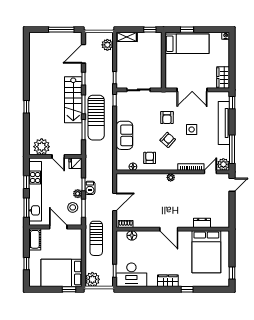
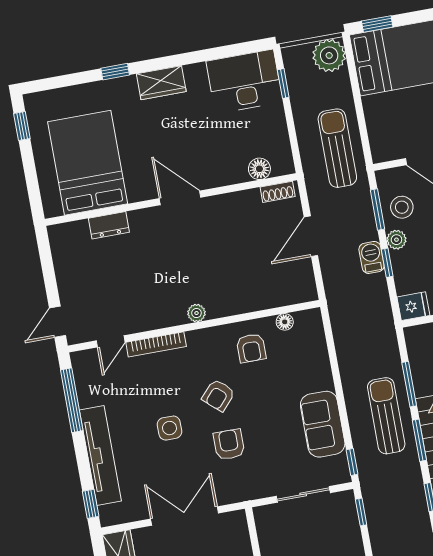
sun lounger: (96, 118) -> (386, 416), width x0.73, depth x0.75
sofa: (124, 135) -> (323, 424), moved
plant: (223, 164) -> (85, 364), removed

